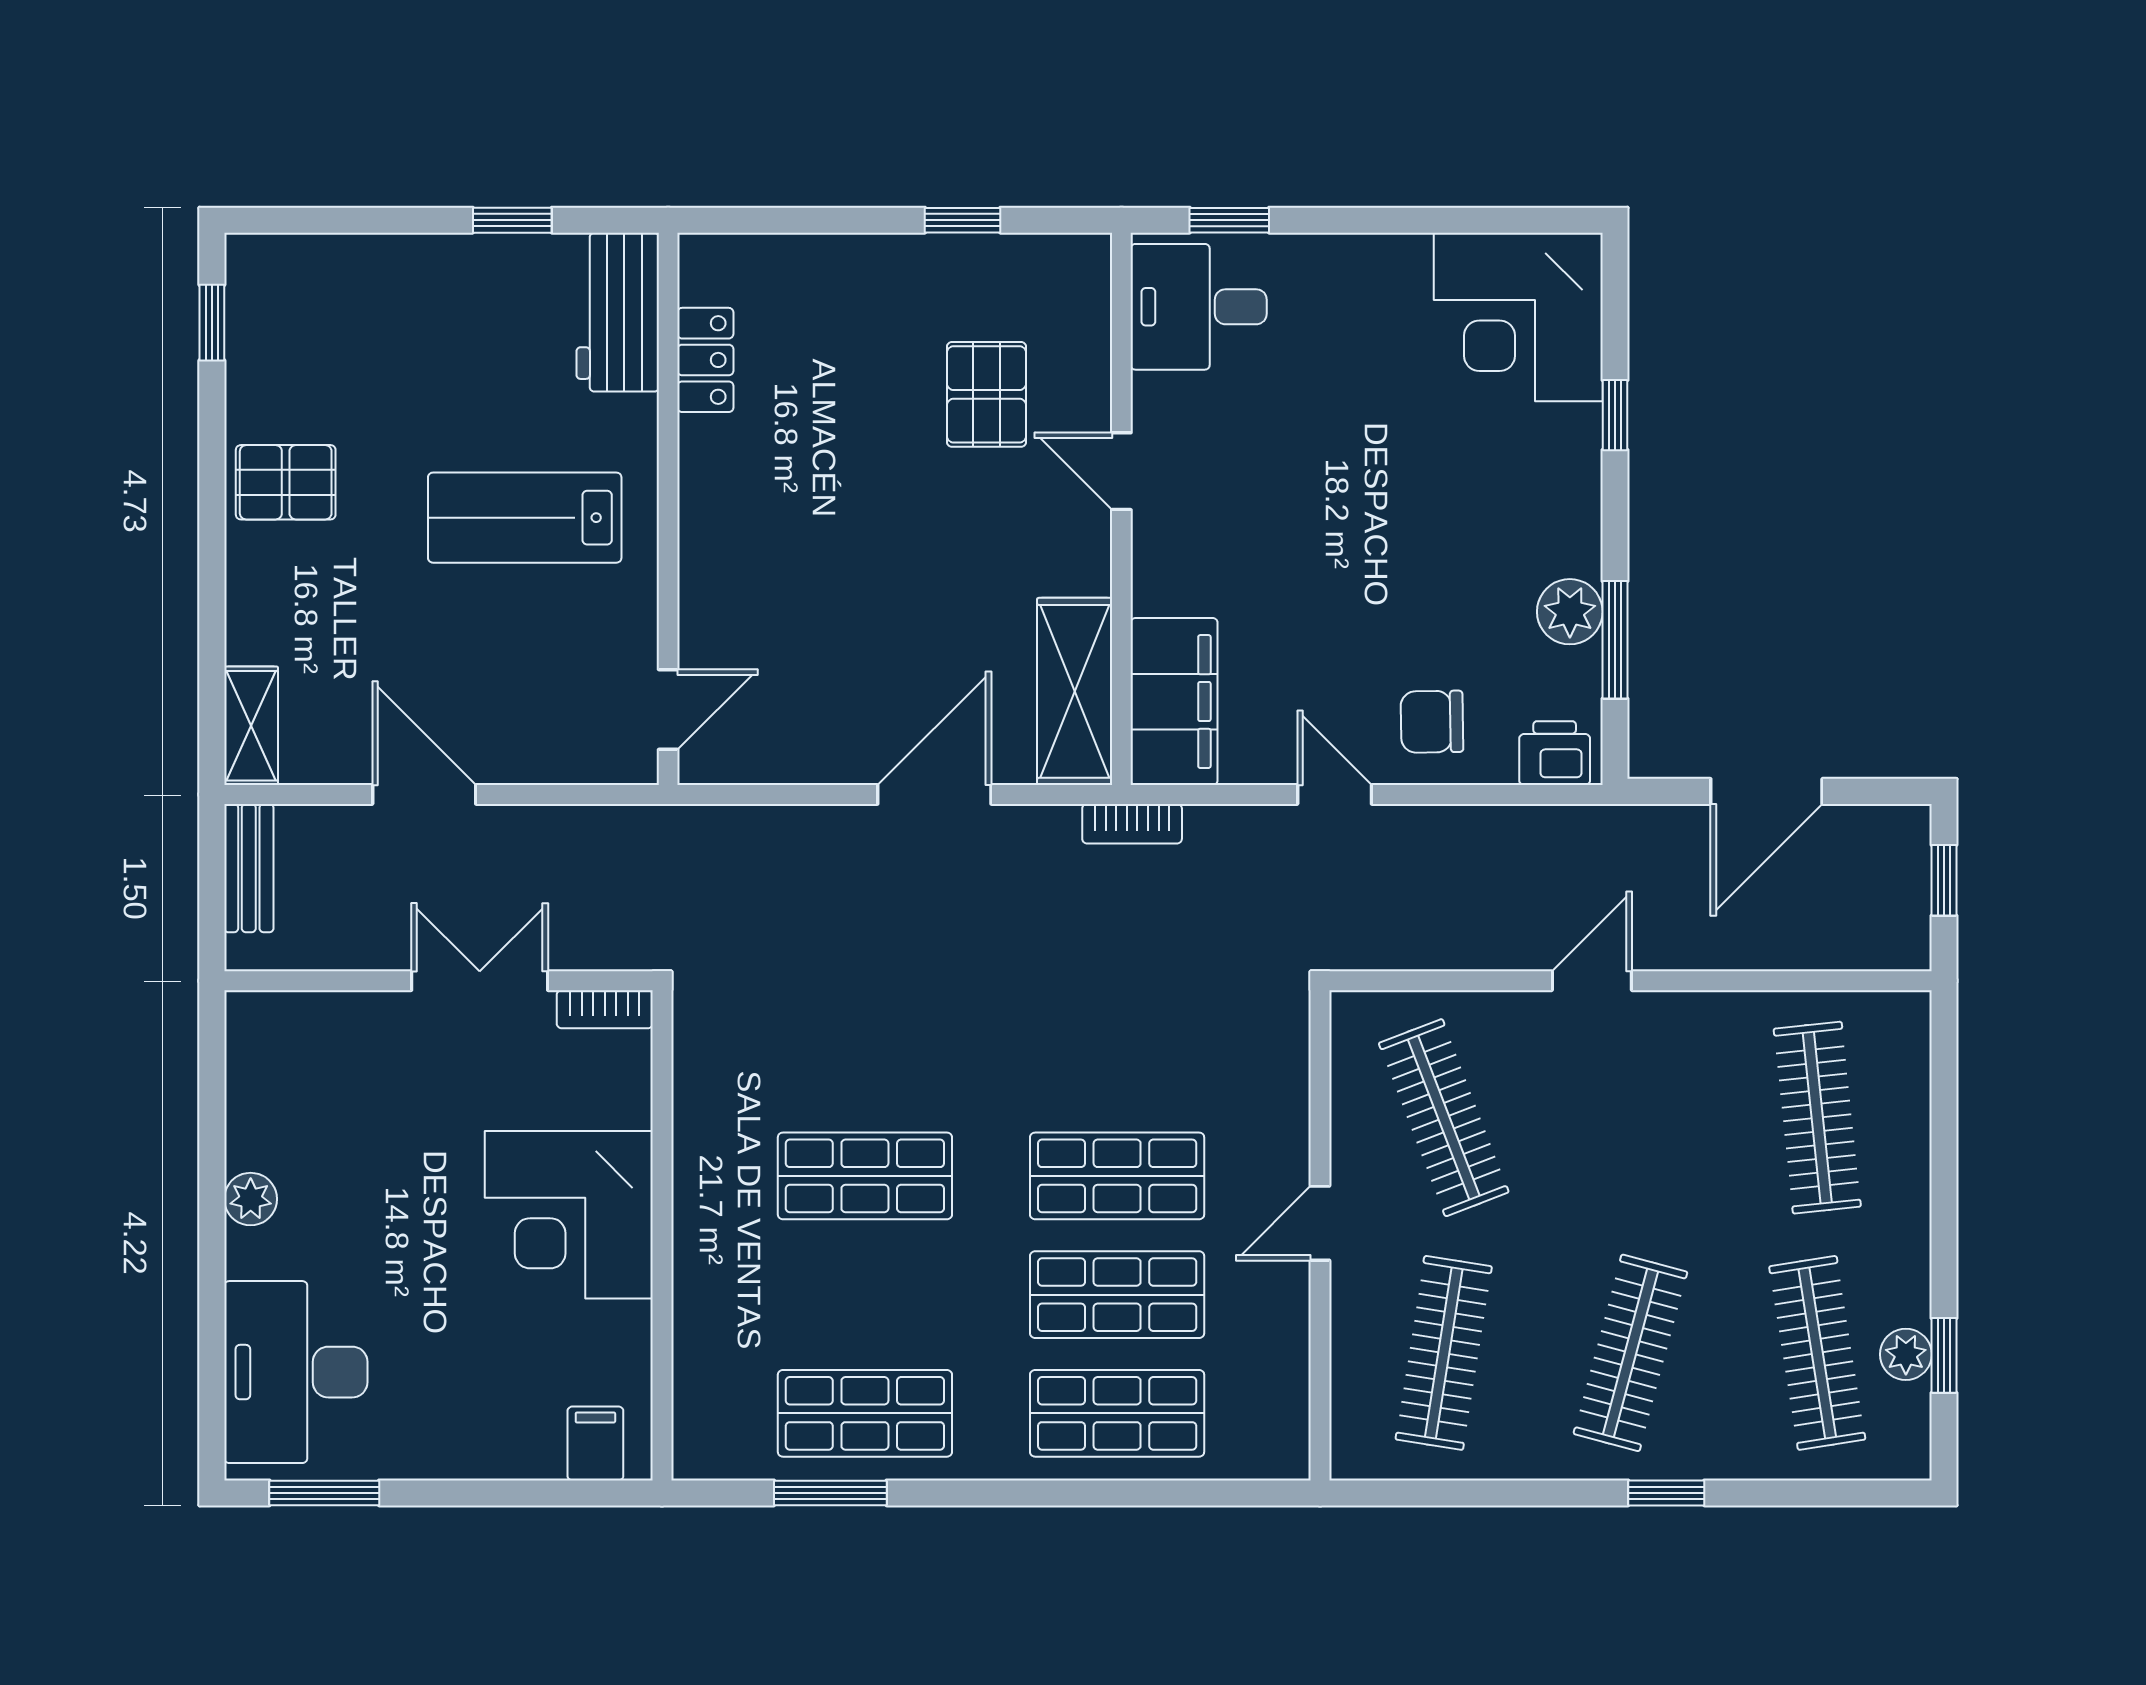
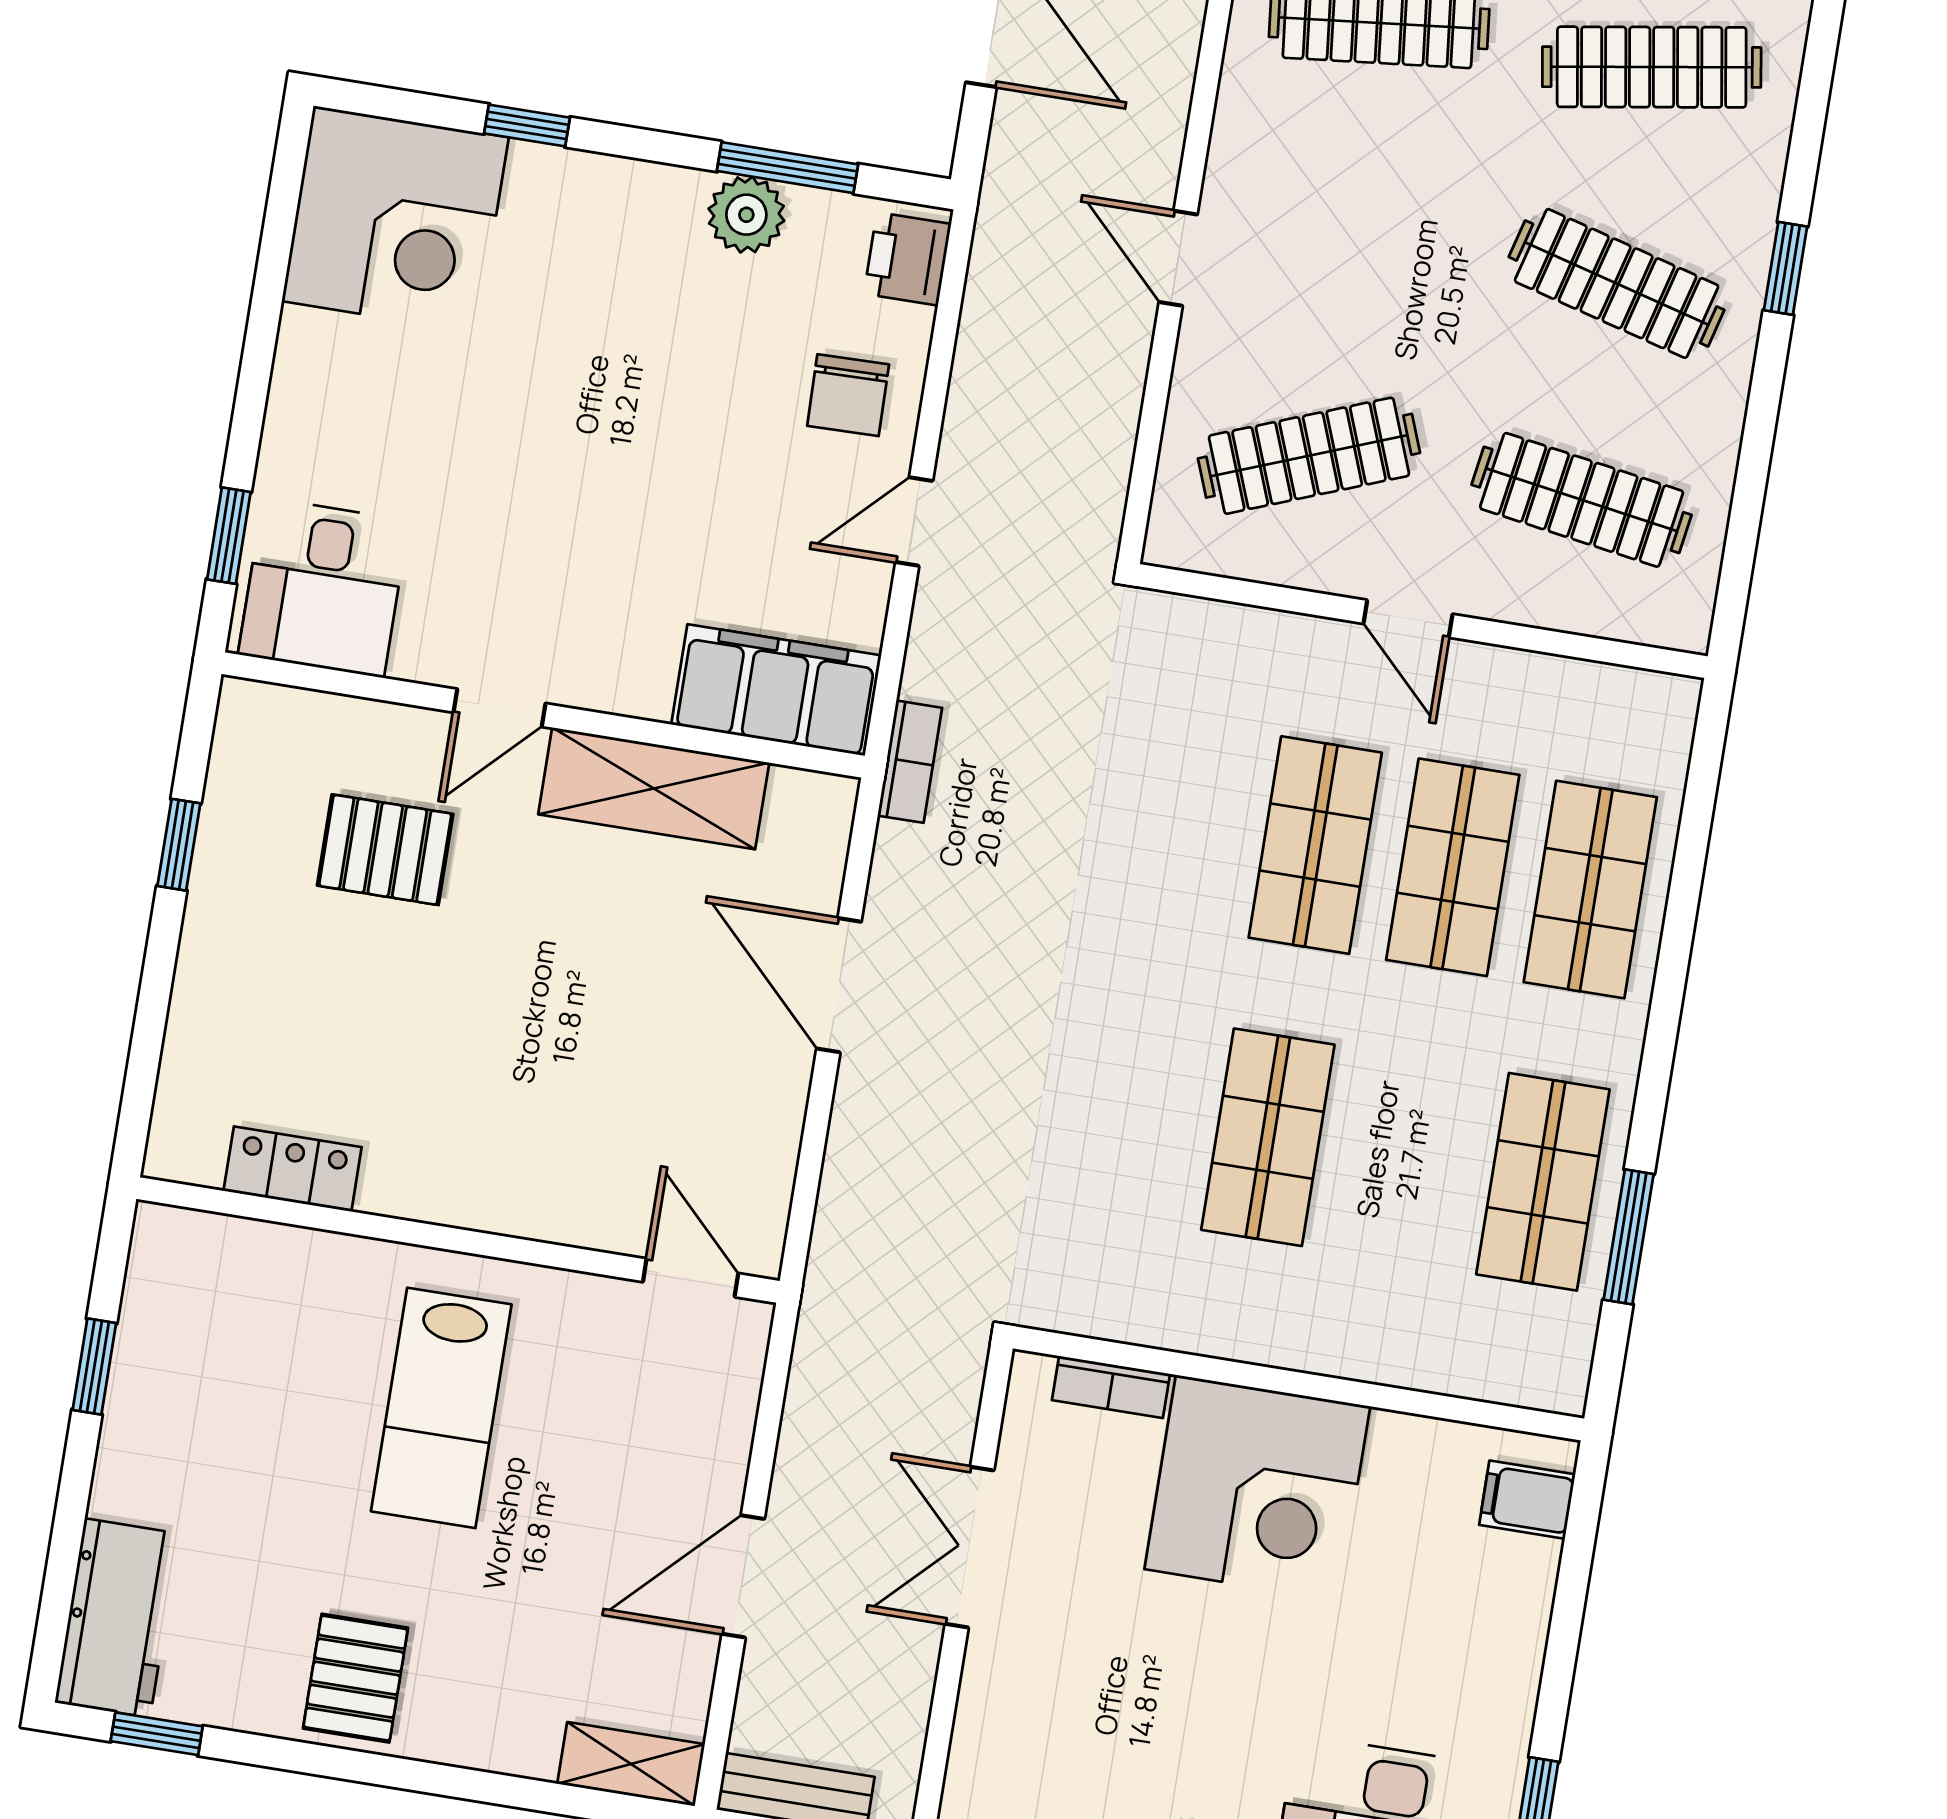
workbench: (618, 312) -> (117, 1618), moved, turned -90
shelving: (1075, 691) -> (654, 788), moved
bookcase: (605, 1009) -> (1111, 1387), moved, turned 90

